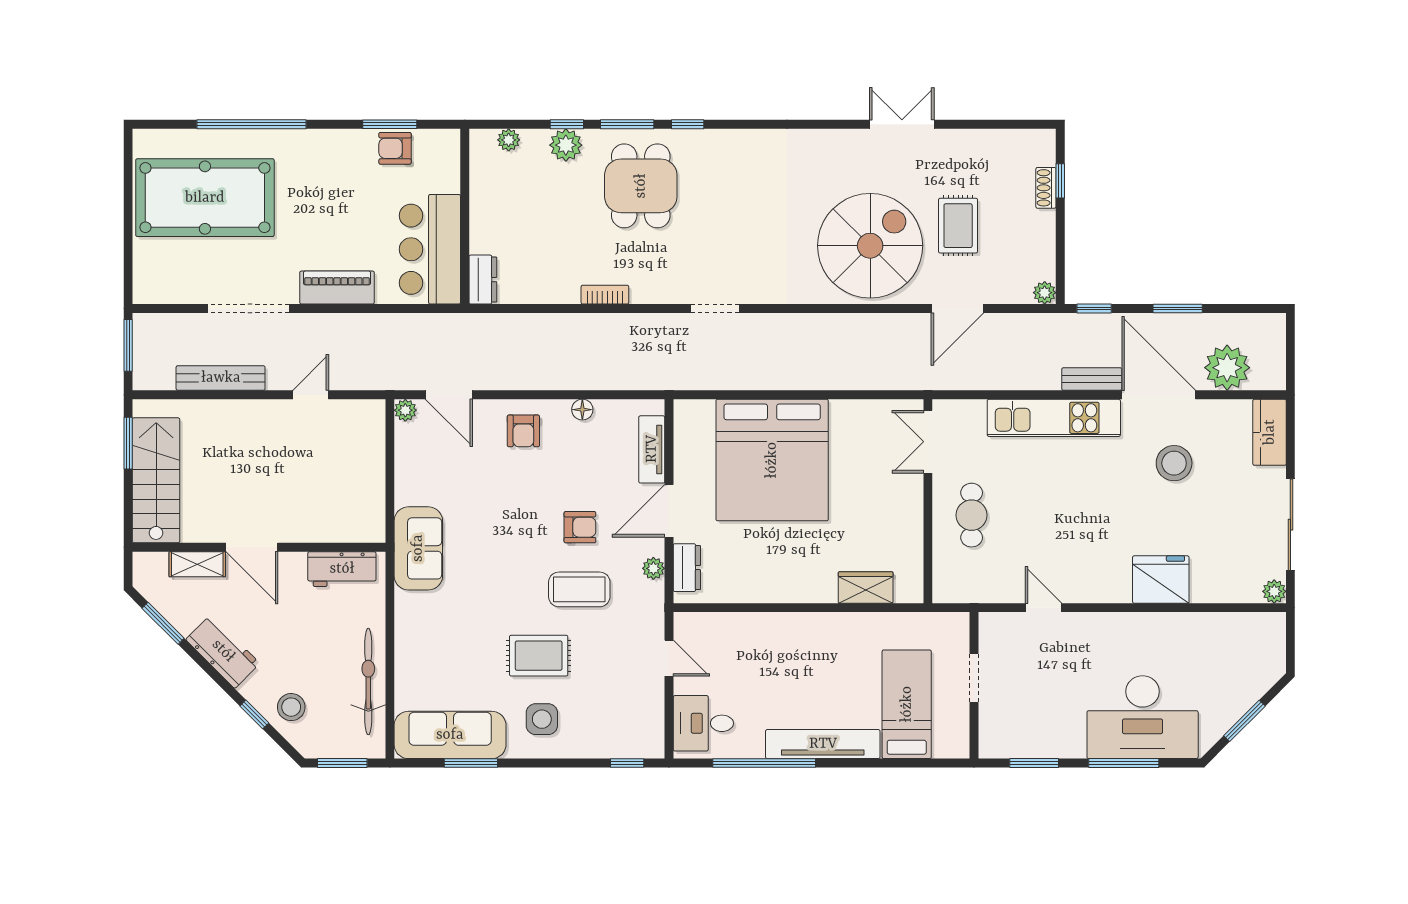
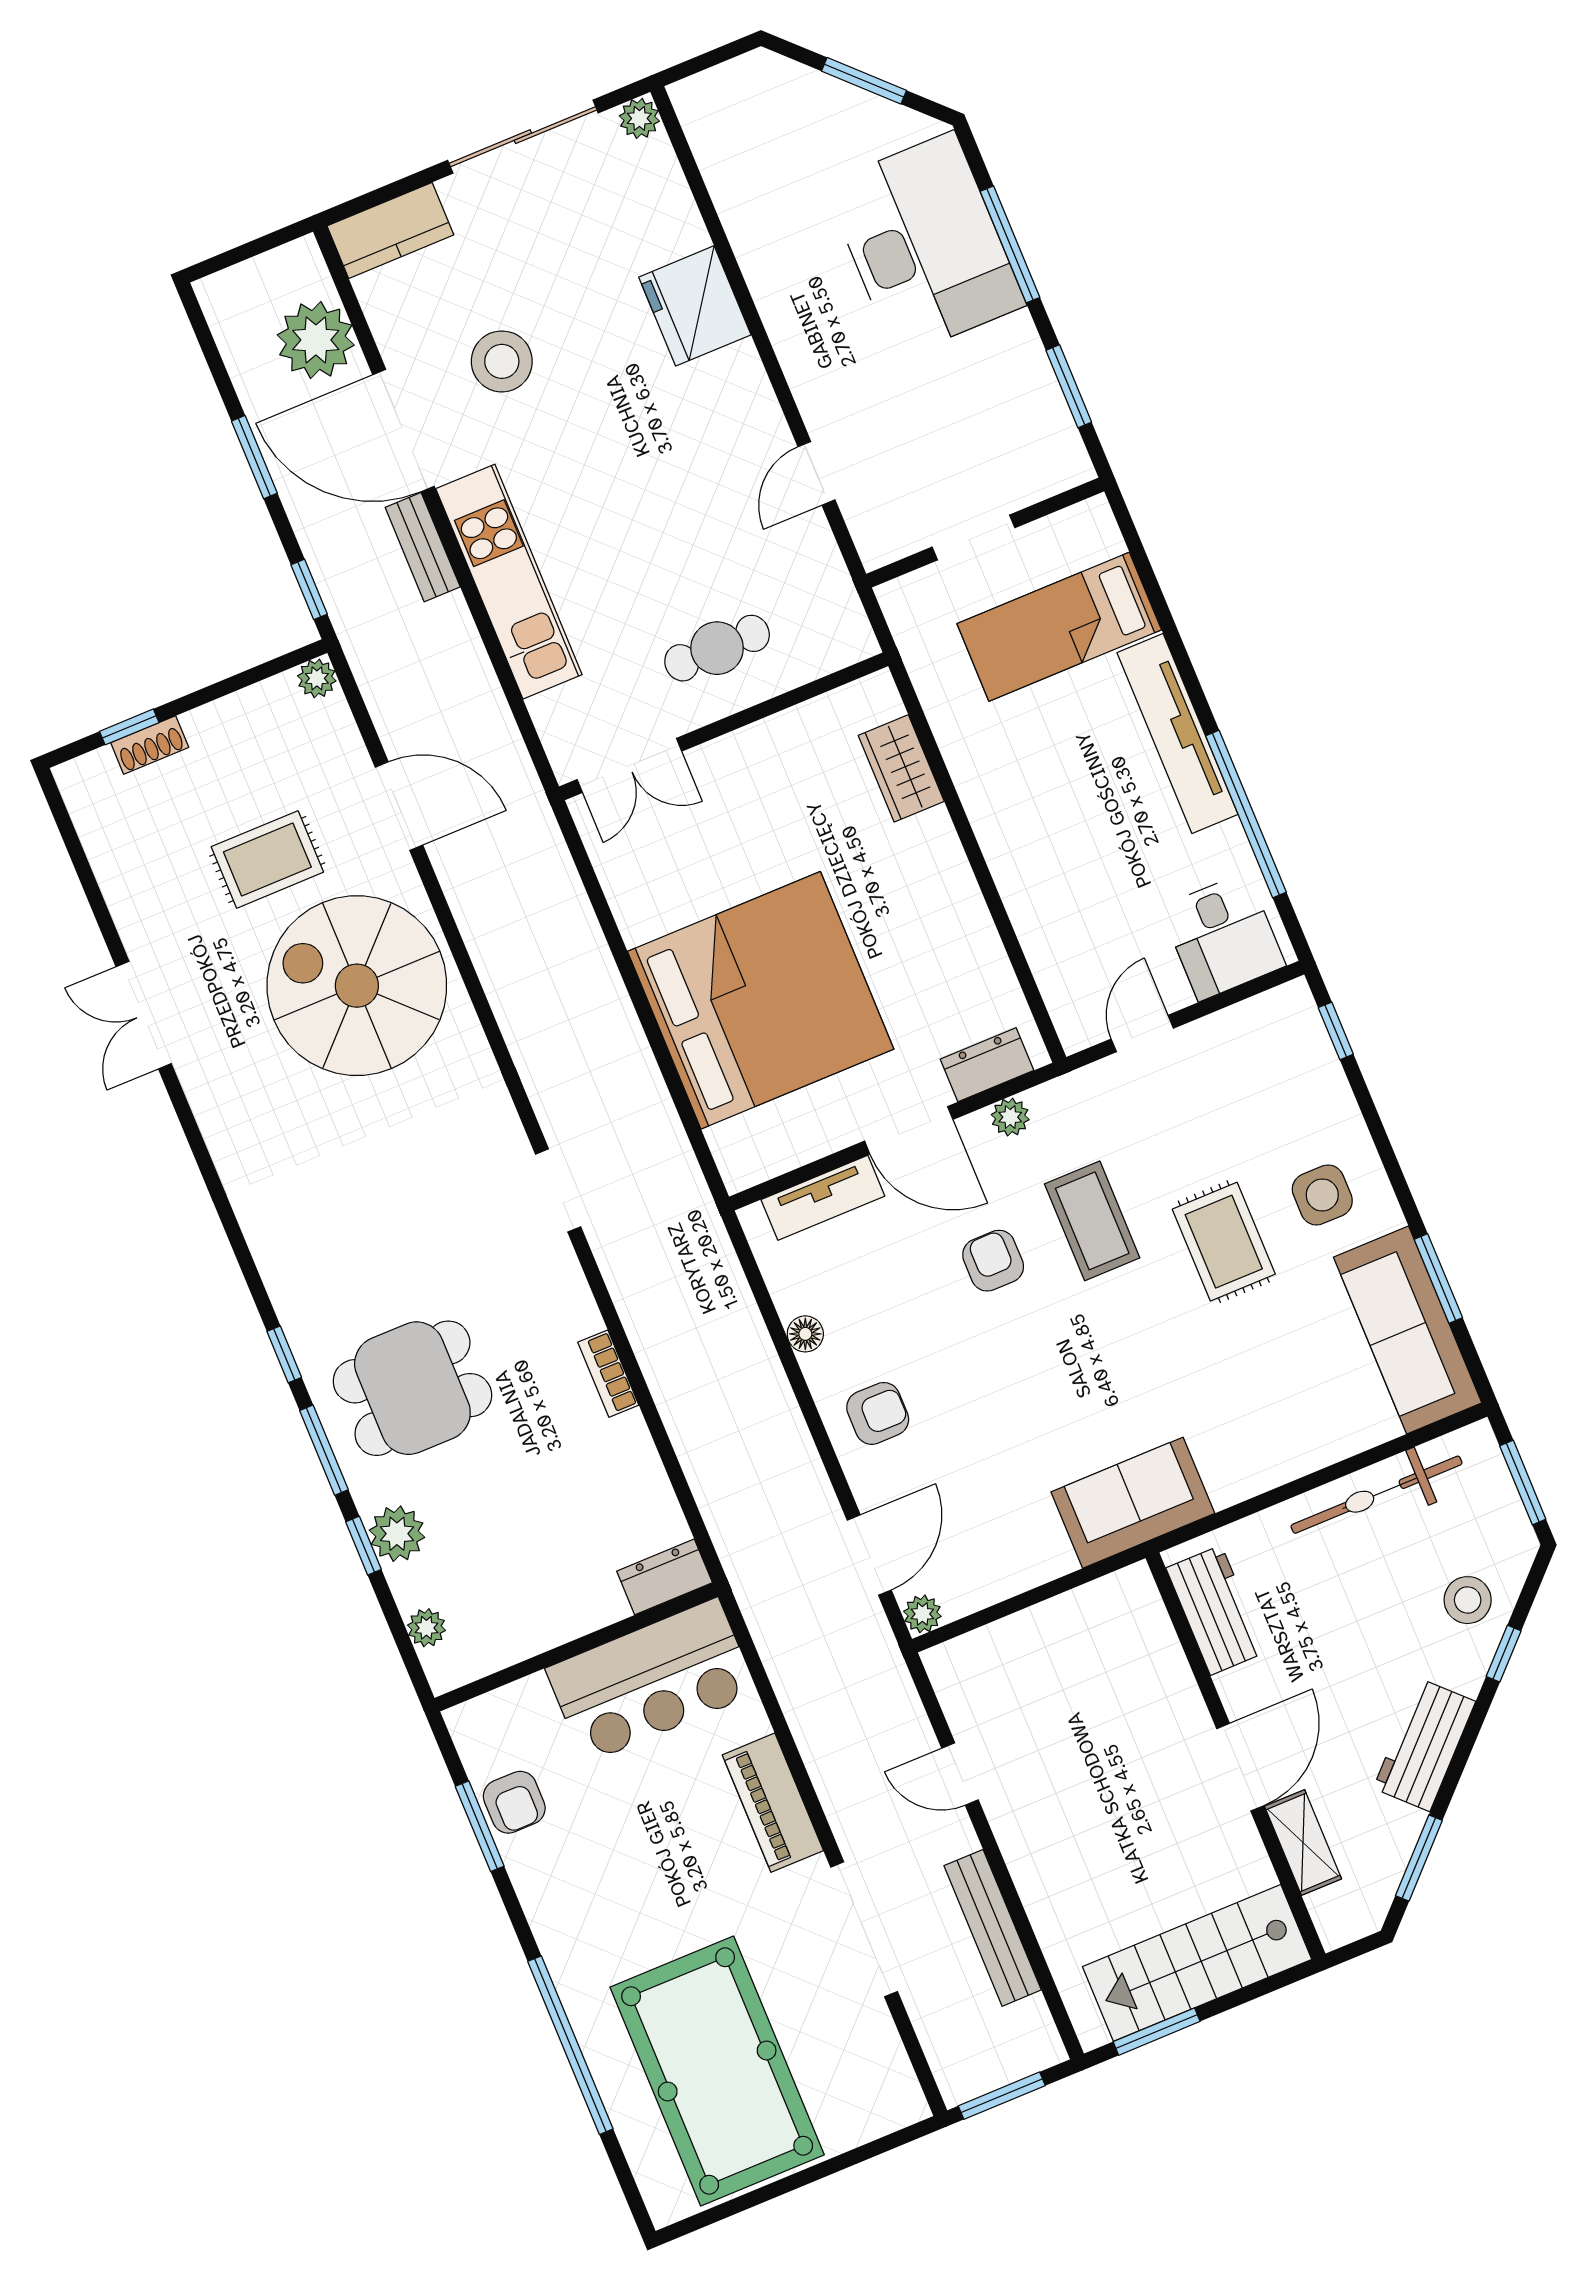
door: (1159, 395) -> (404, 431), hinge flipped

